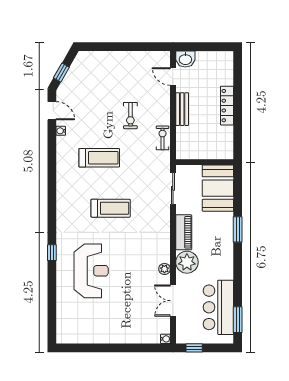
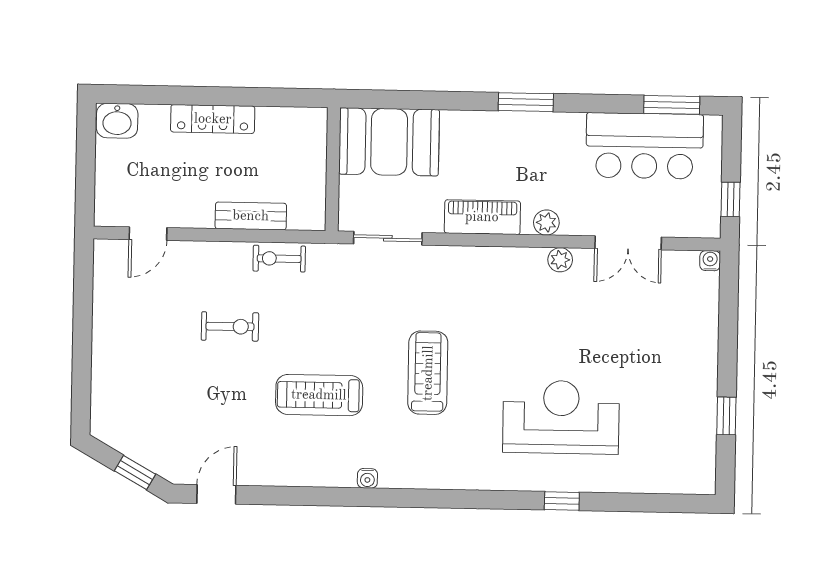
washbasin: (185, 59) -> (117, 121), moved, turned 90
bench: (182, 109) -> (251, 216), moved
water cooler: (61, 131) -> (367, 478), moved
treadmill: (99, 158) -> (319, 395), turned -90
window: (238, 229) -> (526, 102), moved
window: (52, 253) -> (562, 501), moved
plant: (187, 262) -> (546, 223), width x0.53, depth x0.53
window: (93, 348) -> (726, 416), added

